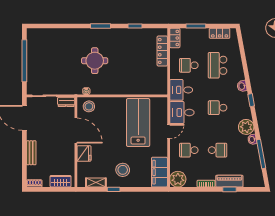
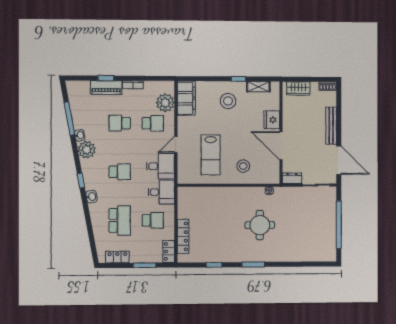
stool: (89, 106) -> (243, 166), moved
lab bench: (138, 123) -> (211, 155), width x0.73, depth x0.72
bench: (31, 153) -> (331, 126), width x1.36
plant: (178, 179) -> (165, 103), moved

